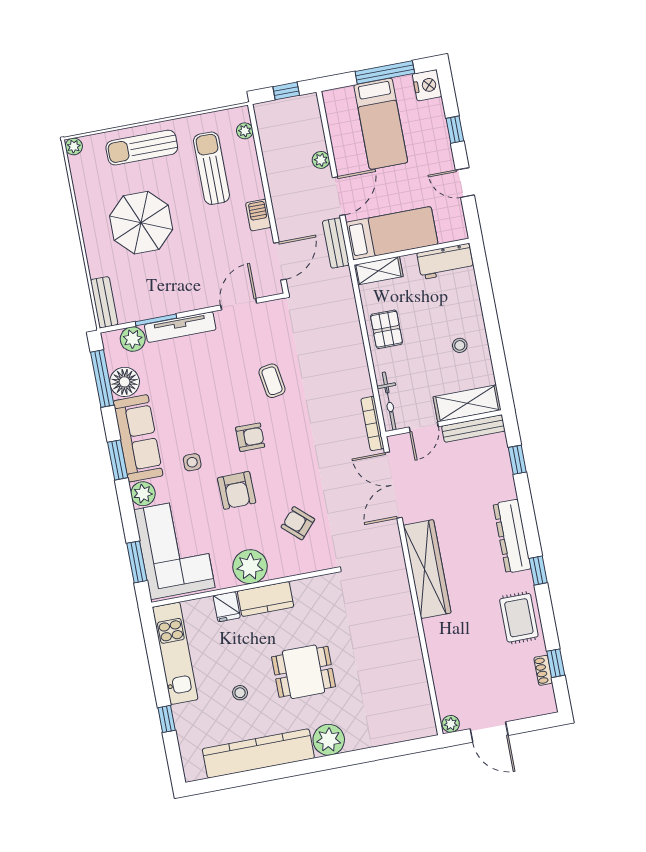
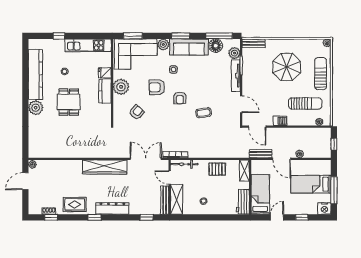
bed: (392, 233) -> (260, 194), moved, turned 180

